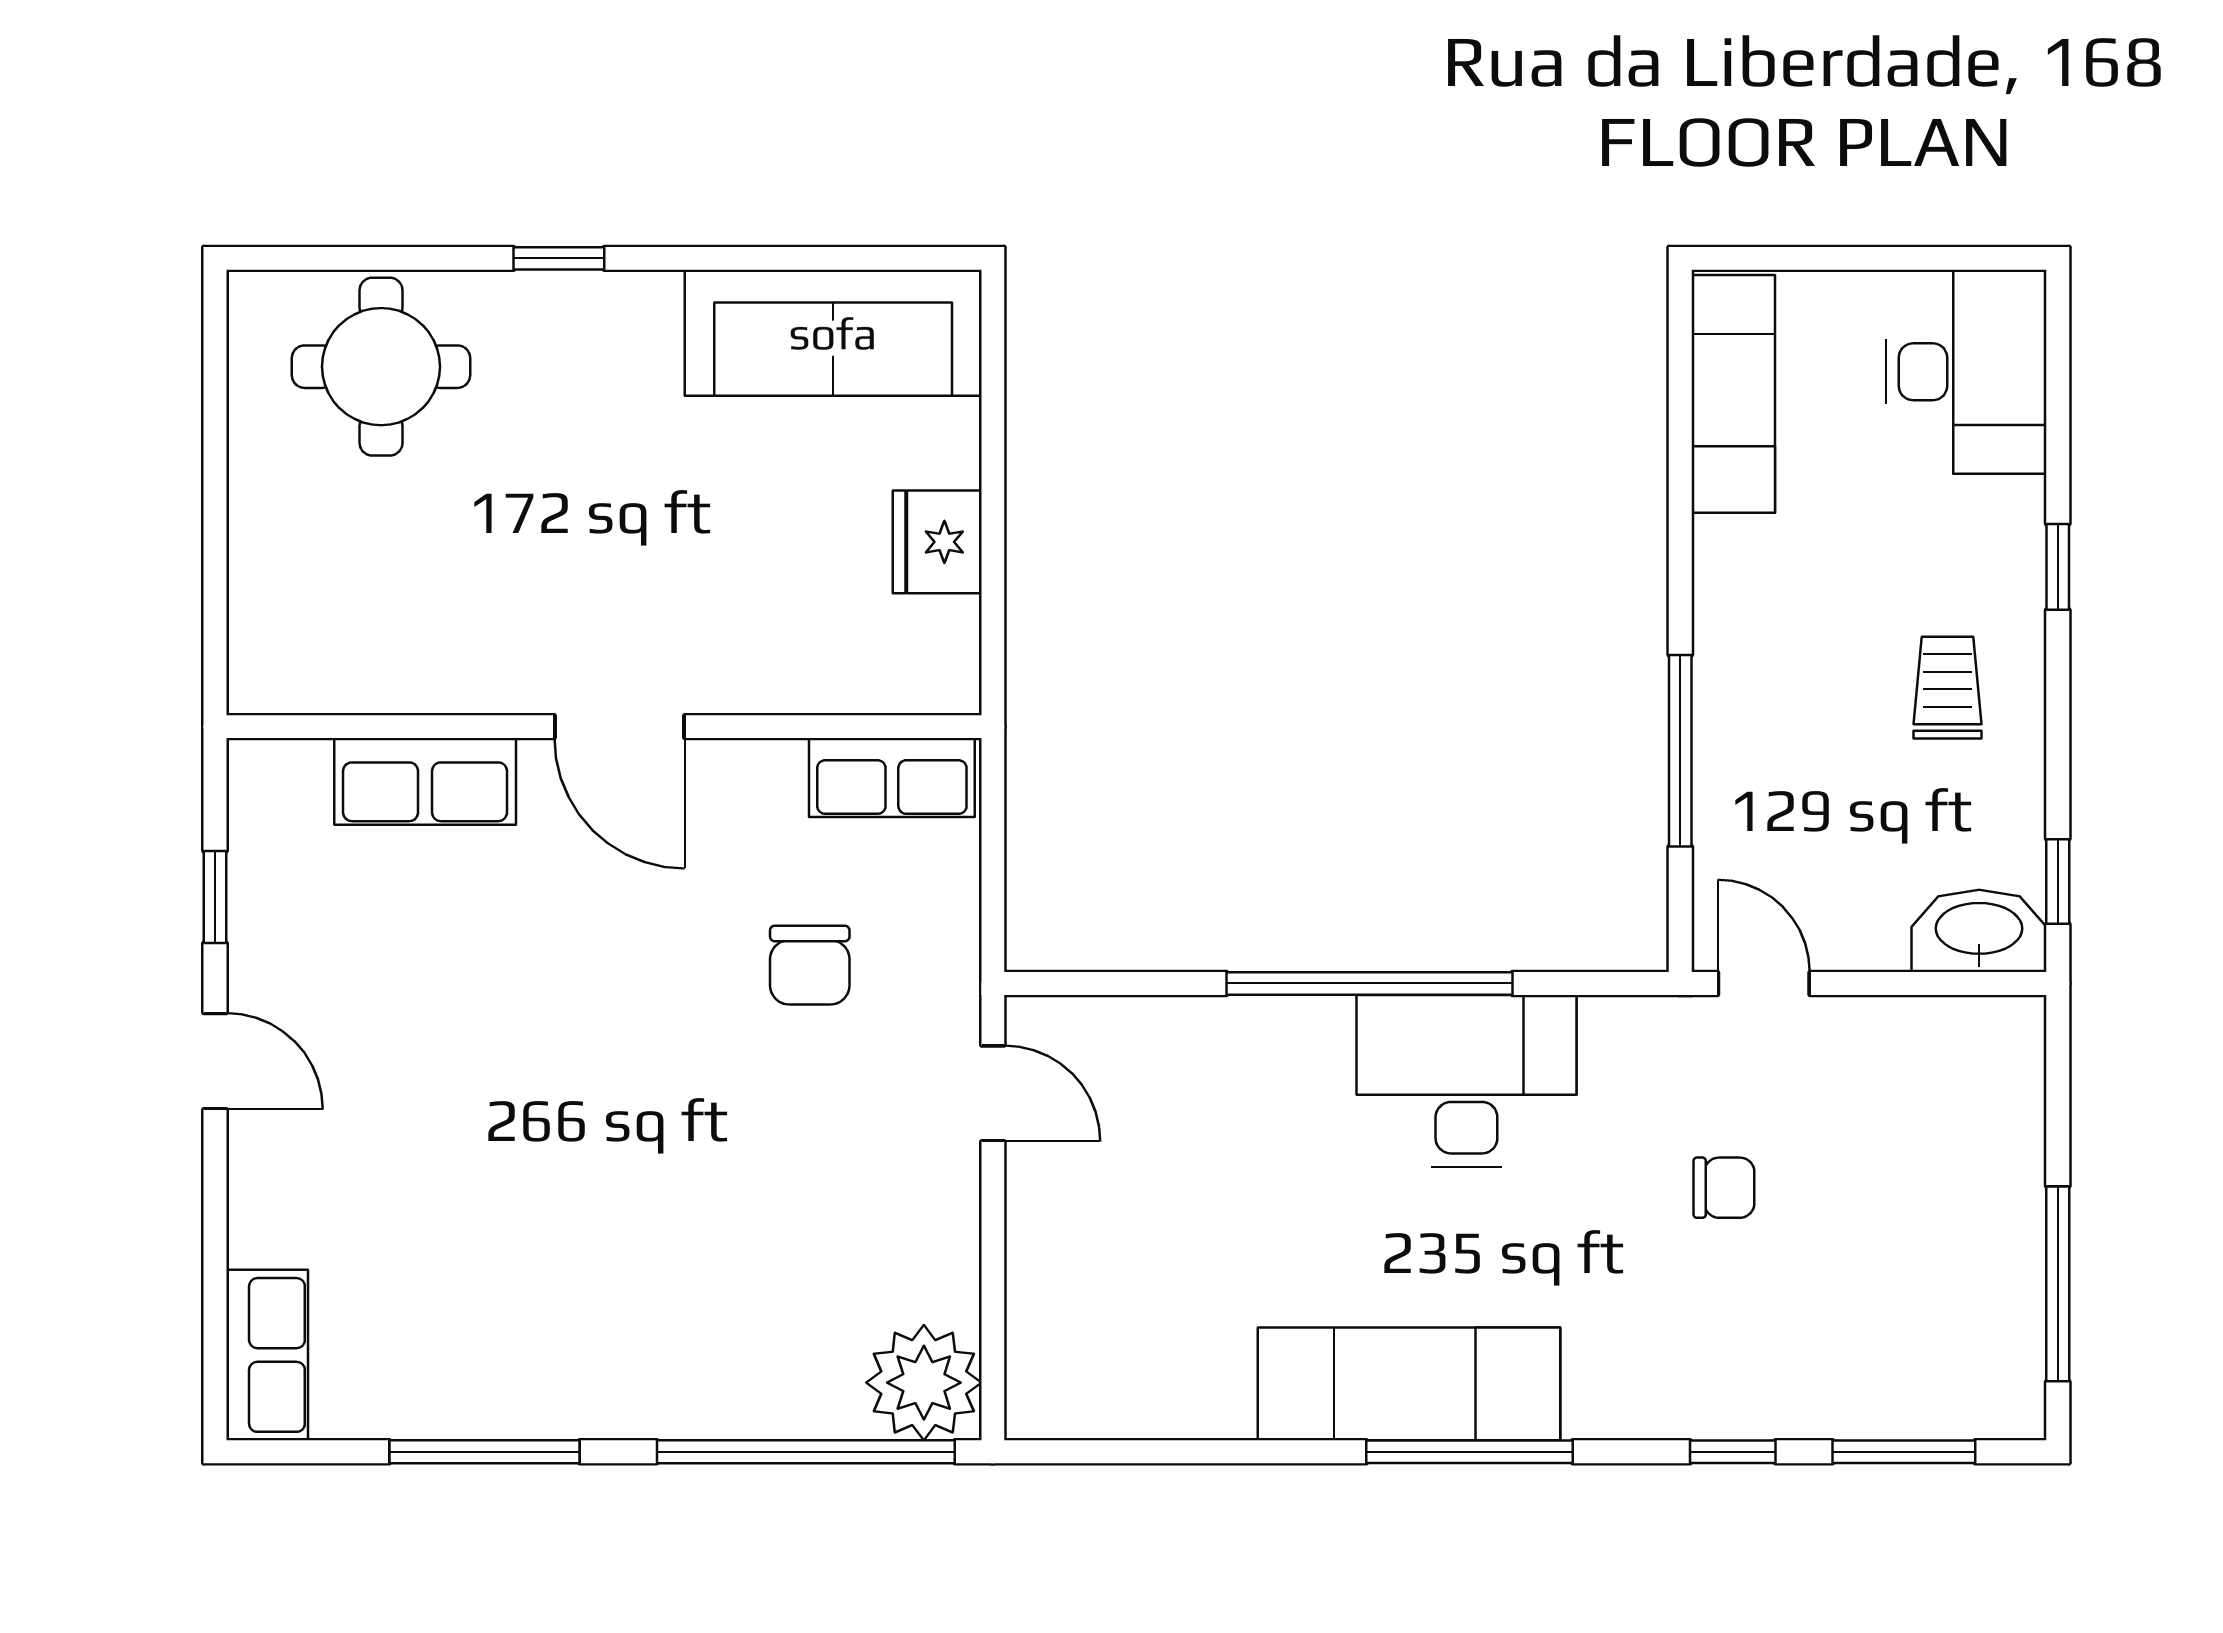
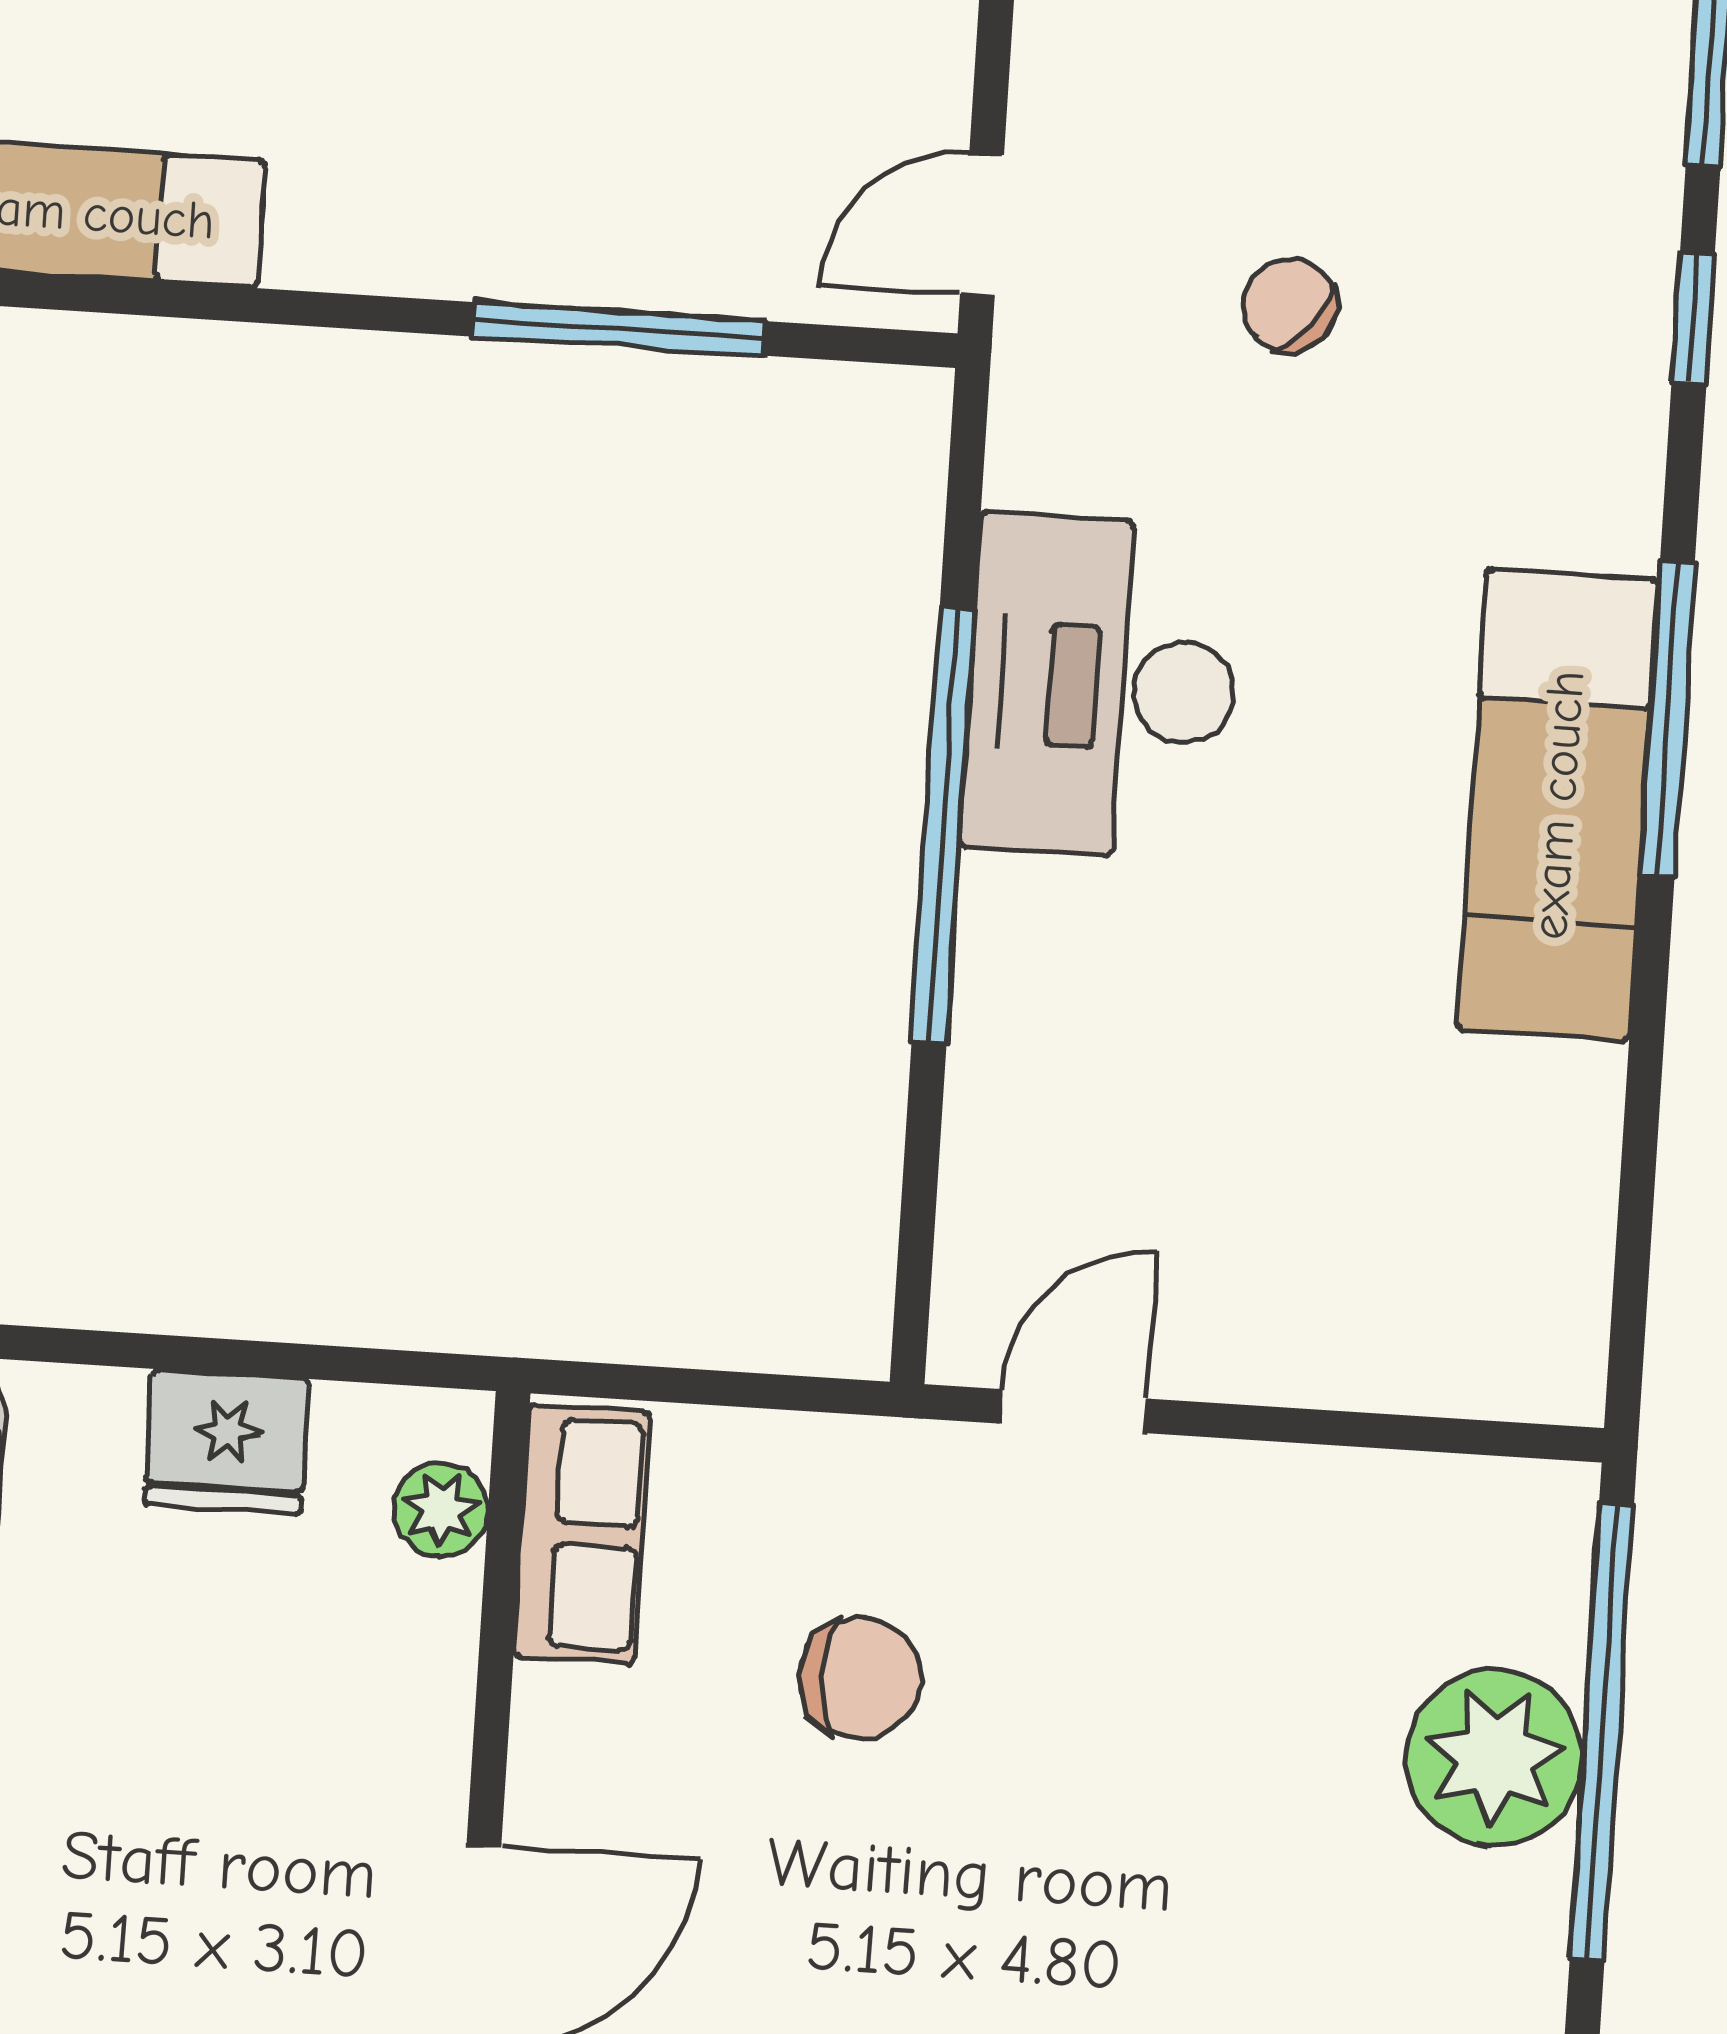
plant: (902, 684) -> (441, 1509), added
chair: (1724, 1188) -> (1290, 305), turned -50
plant: (924, 1383) -> (1494, 1757), moved

